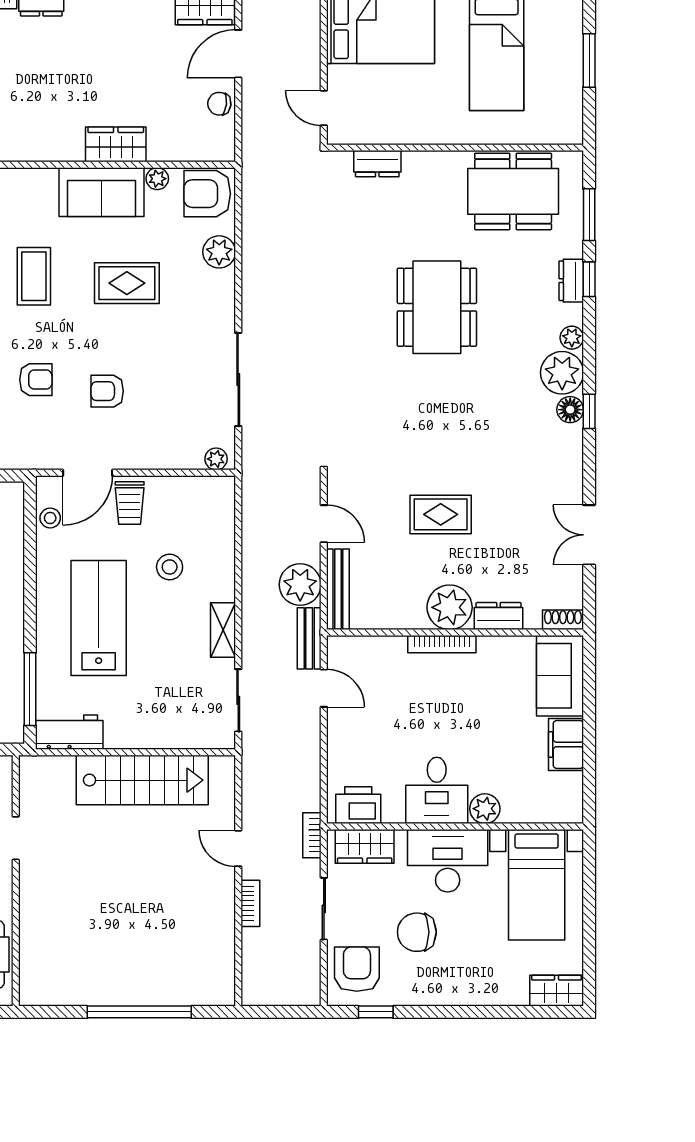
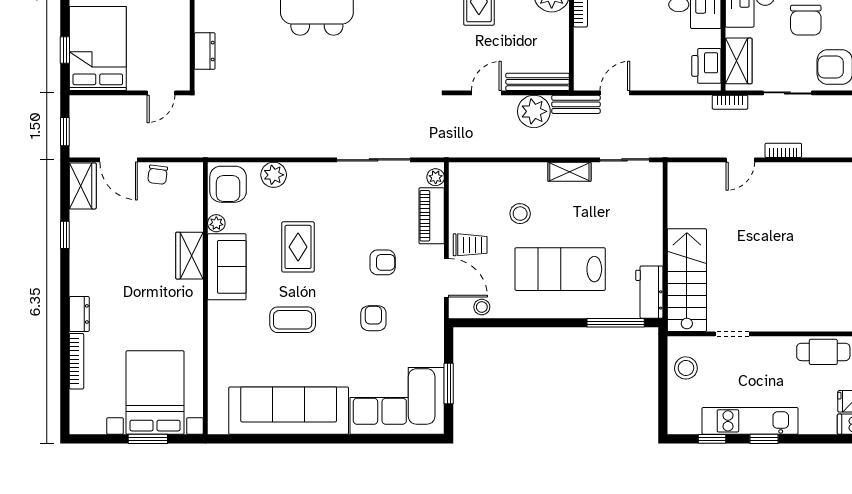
armchair: (107, 391) -> (383, 262), turned -90
piano: (167, 454) -> (432, 216), added
stairs: (142, 780) -> (687, 280), moved

